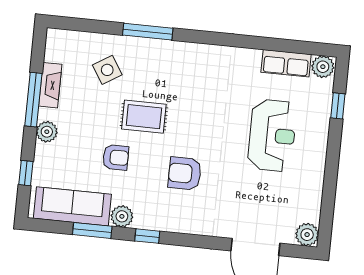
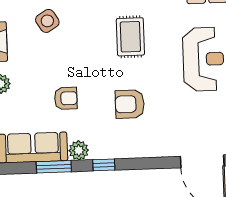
rug: (144, 117) -> (130, 37), moved, turned 90

